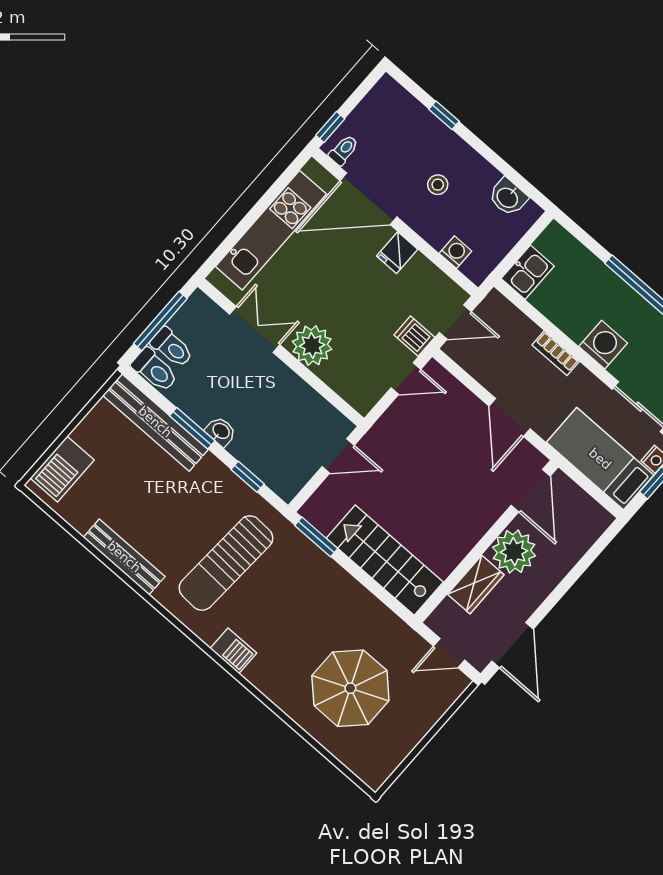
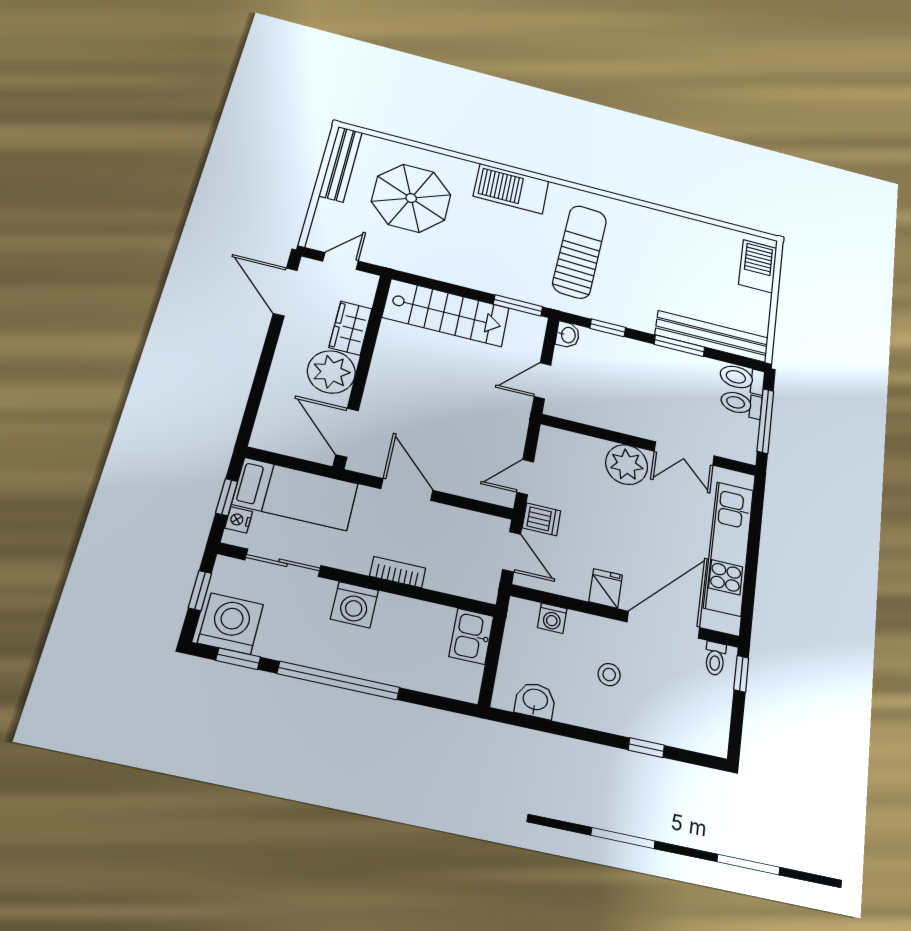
door: (455, 322) -> (512, 552), swing flipped
washbasin: (221, 431) -> (568, 335), moved, turned -90
bench: (124, 557) -> (341, 164), moved, turned 90
barbecue: (233, 651) -> (511, 189), width x1.88, depth x1.53

